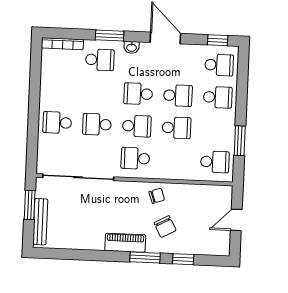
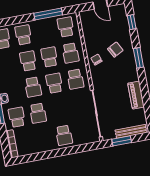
school desk: (97, 124) -> (38, 113), moved
window: (240, 141) -> (48, 14), width x1.44
school desk: (175, 160) -> (71, 53), added
piano: (125, 243) -> (136, 95), moved
window: (183, 259) -> (132, 22), moved

